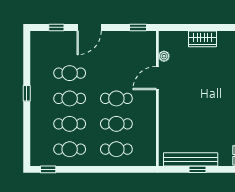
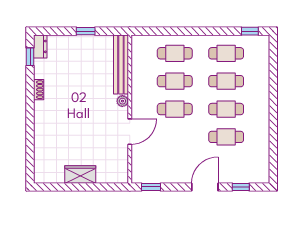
plant: (164, 56) -> (122, 101), moved
window: (27, 93) -> (273, 115), removed
bench: (191, 159) -> (121, 64), moved, turned 90

